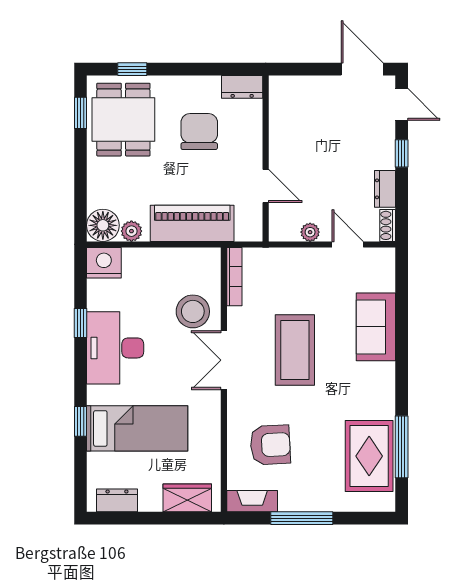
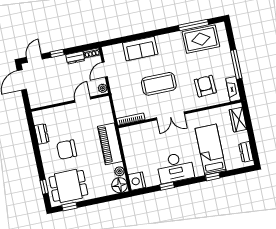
wall: (266, 158) -> (70, 102), moved
door: (266, 186) -> (83, 100), moved
stool: (193, 311) -> (151, 135), removed

